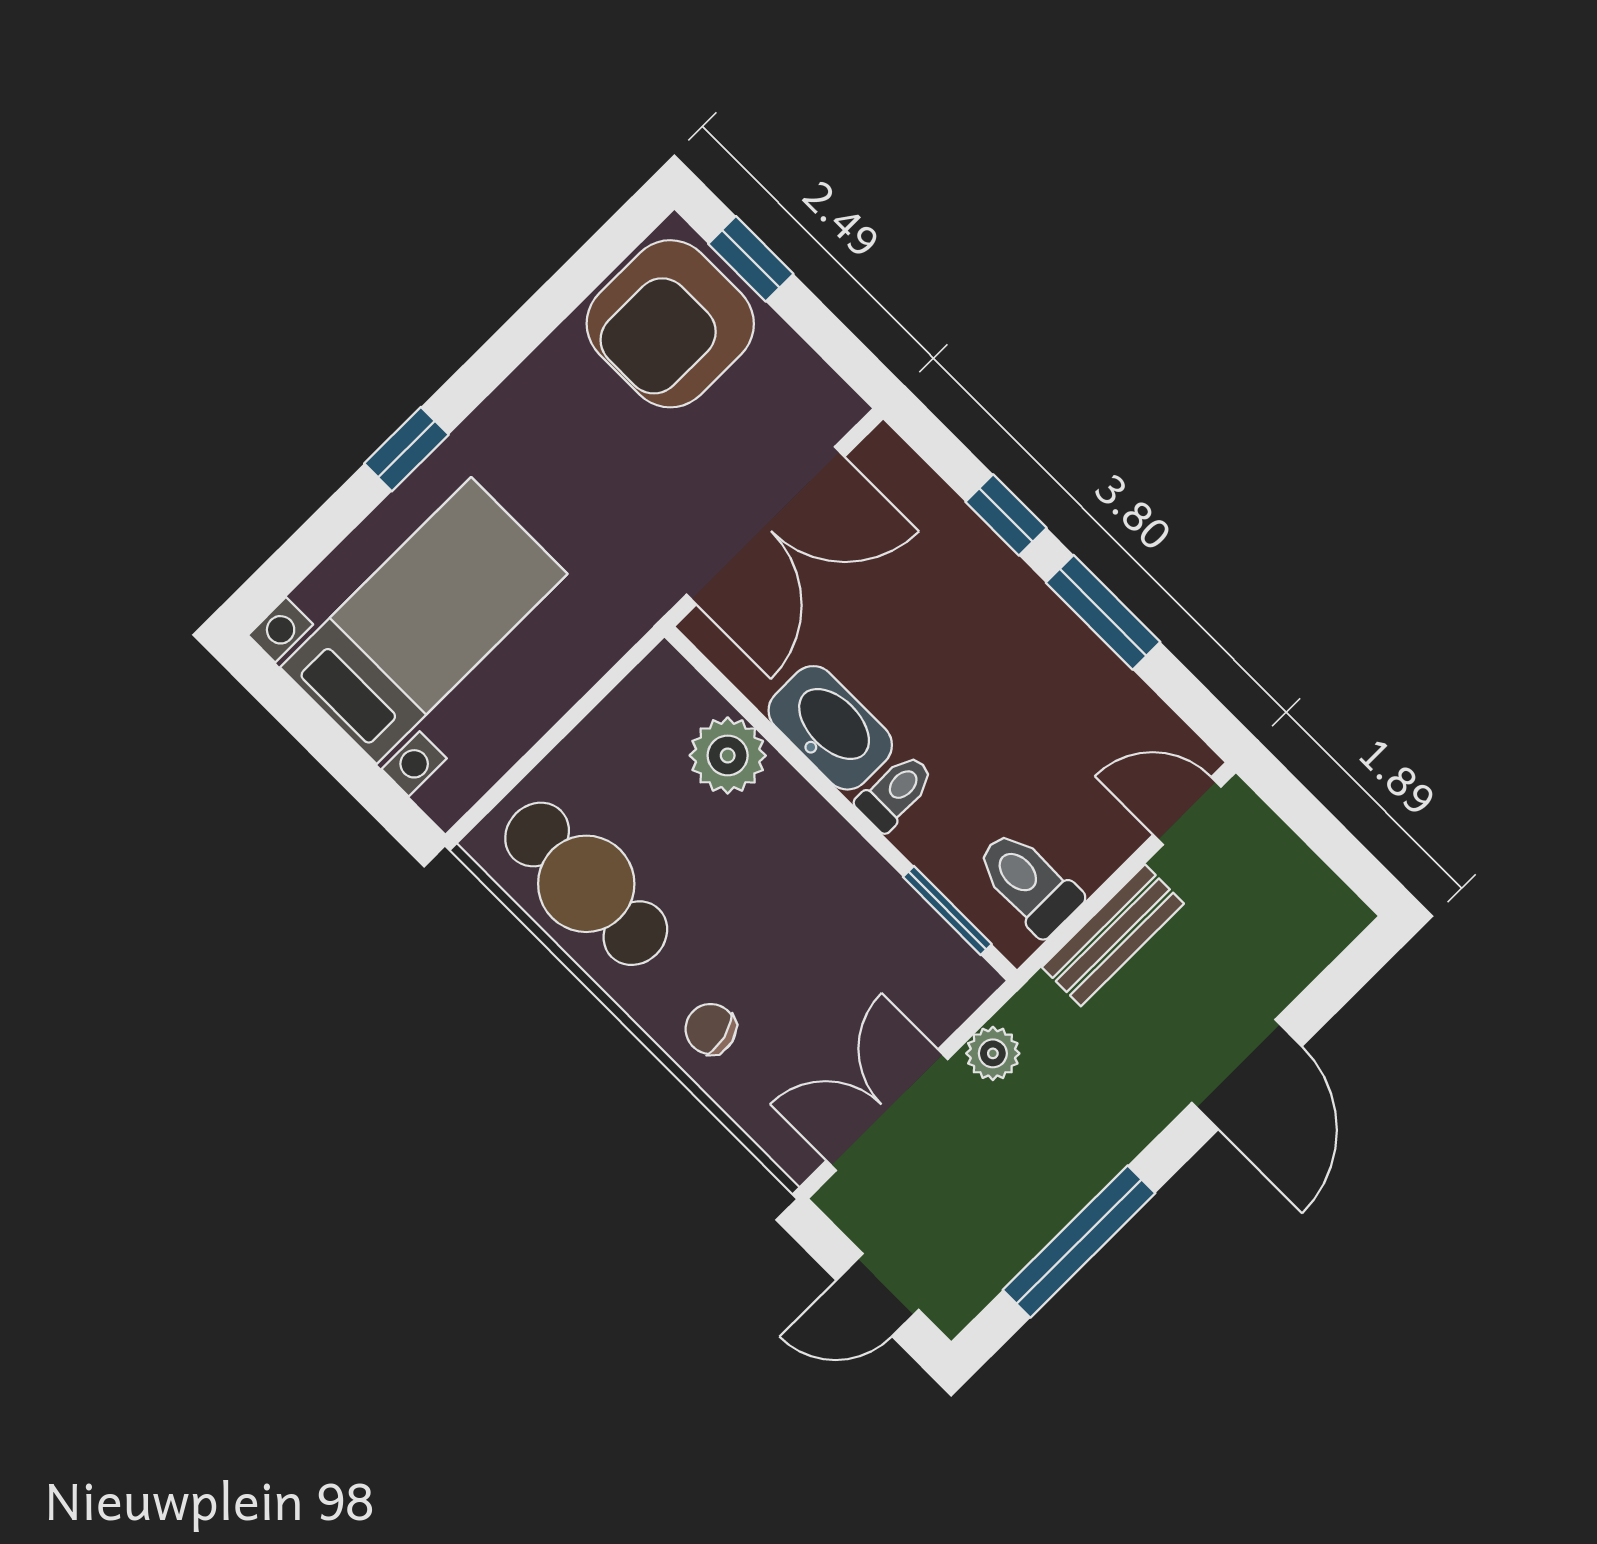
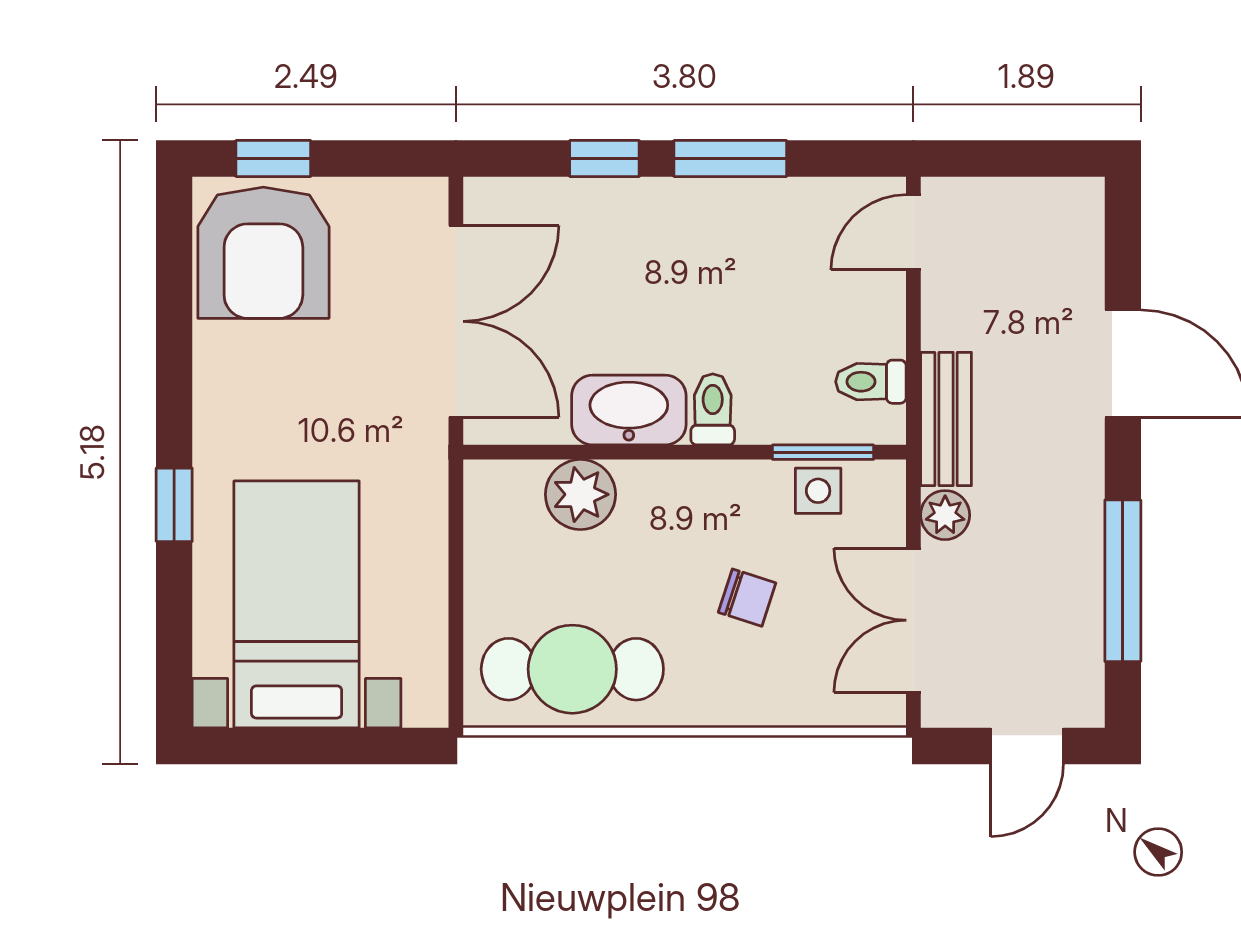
toilet: (1028, 883) -> (871, 382), width x0.73, depth x0.72
bench: (1113, 935) -> (946, 419), moved
side table: (914, 936) -> (818, 491), added
chair: (711, 1029) -> (747, 598), moved, turned -148

